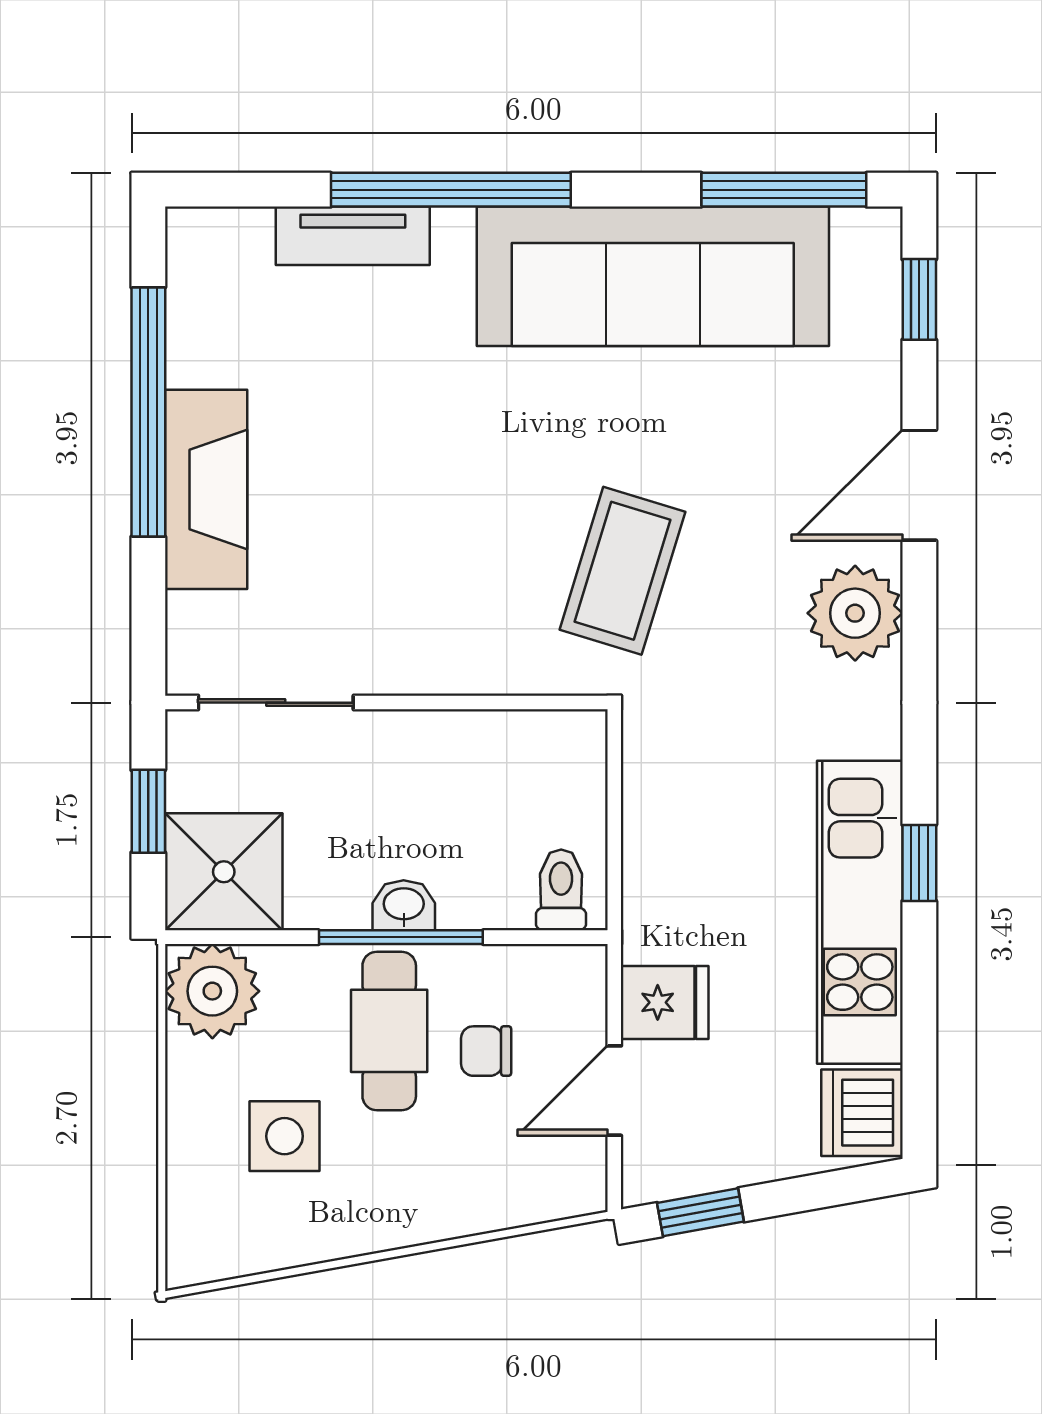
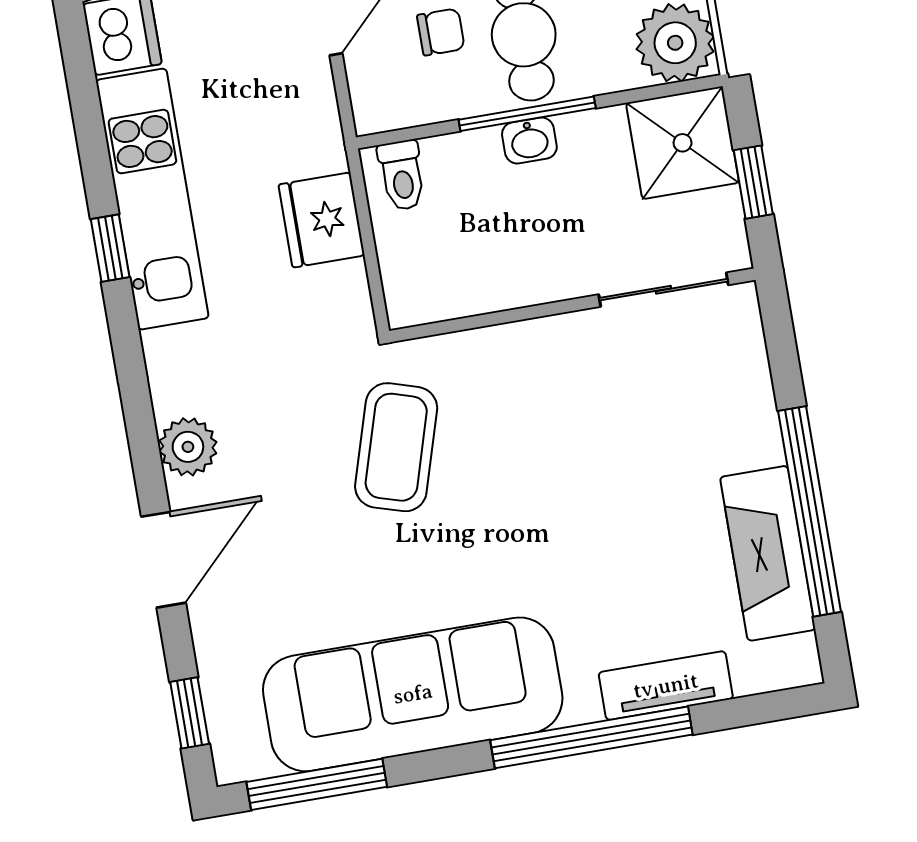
fireplace: (206, 489) -> (768, 553), moved
plant: (855, 613) -> (188, 447), width x0.73, depth x0.73
fridge: (665, 1002) -> (322, 220), moved, width x1.38

